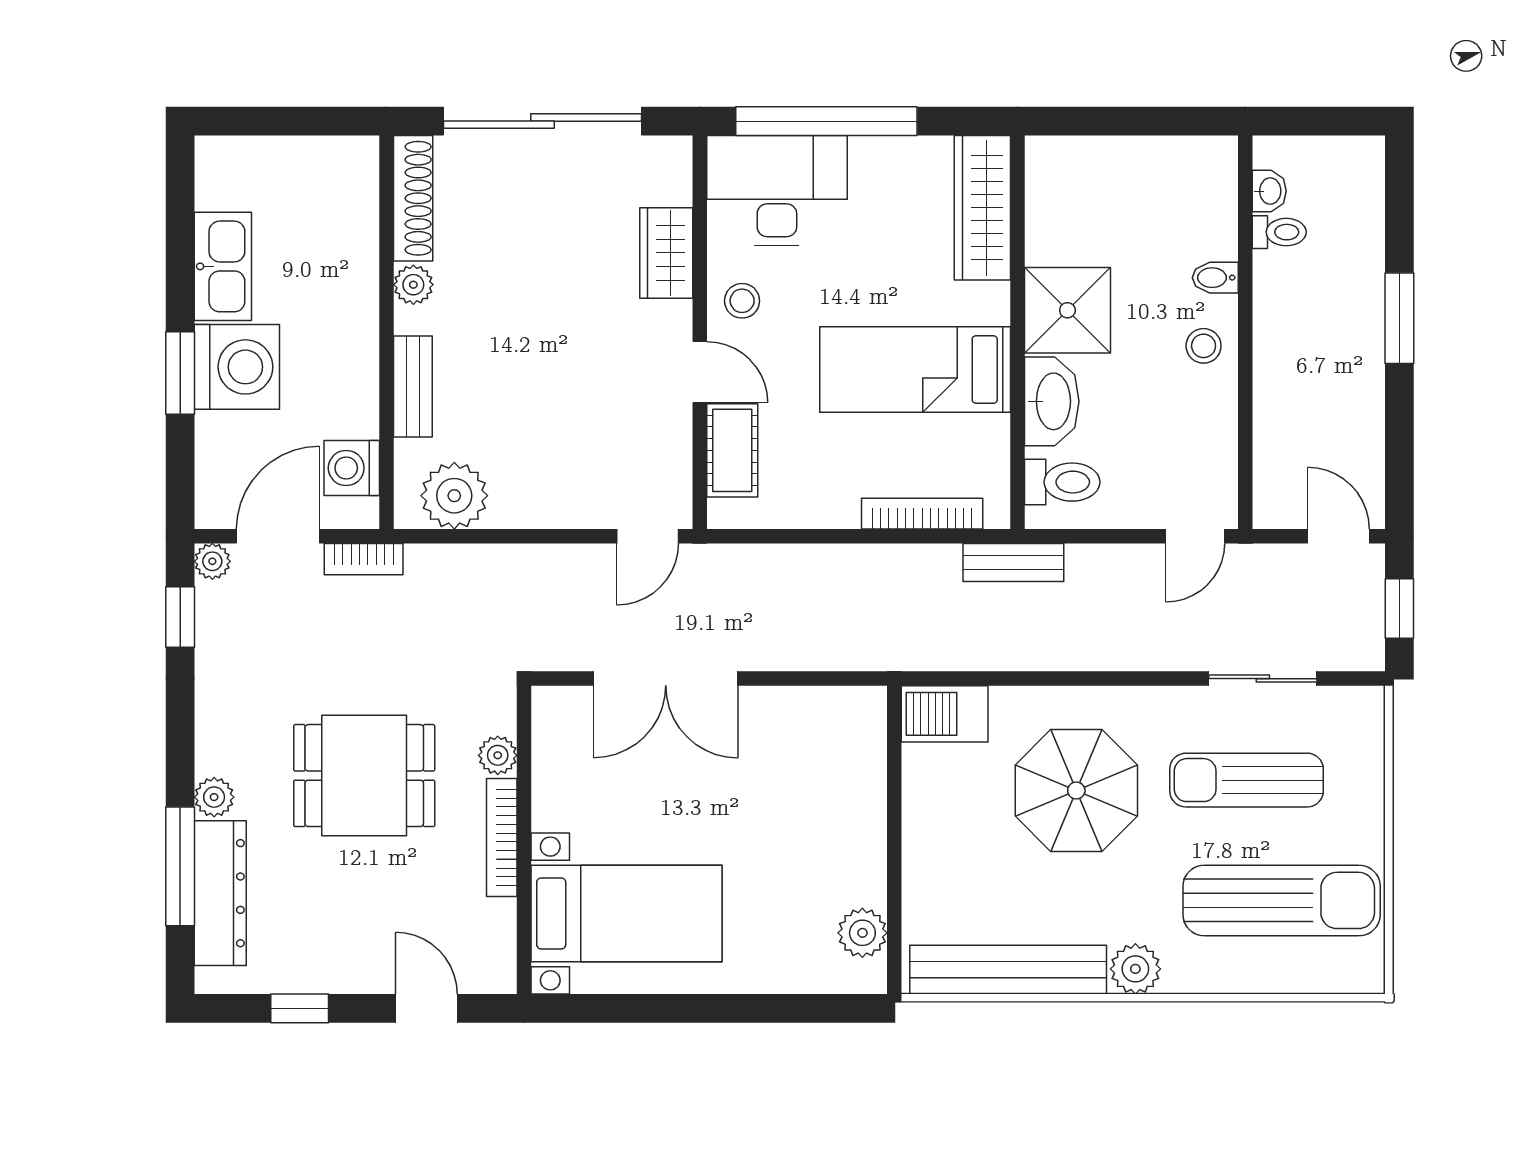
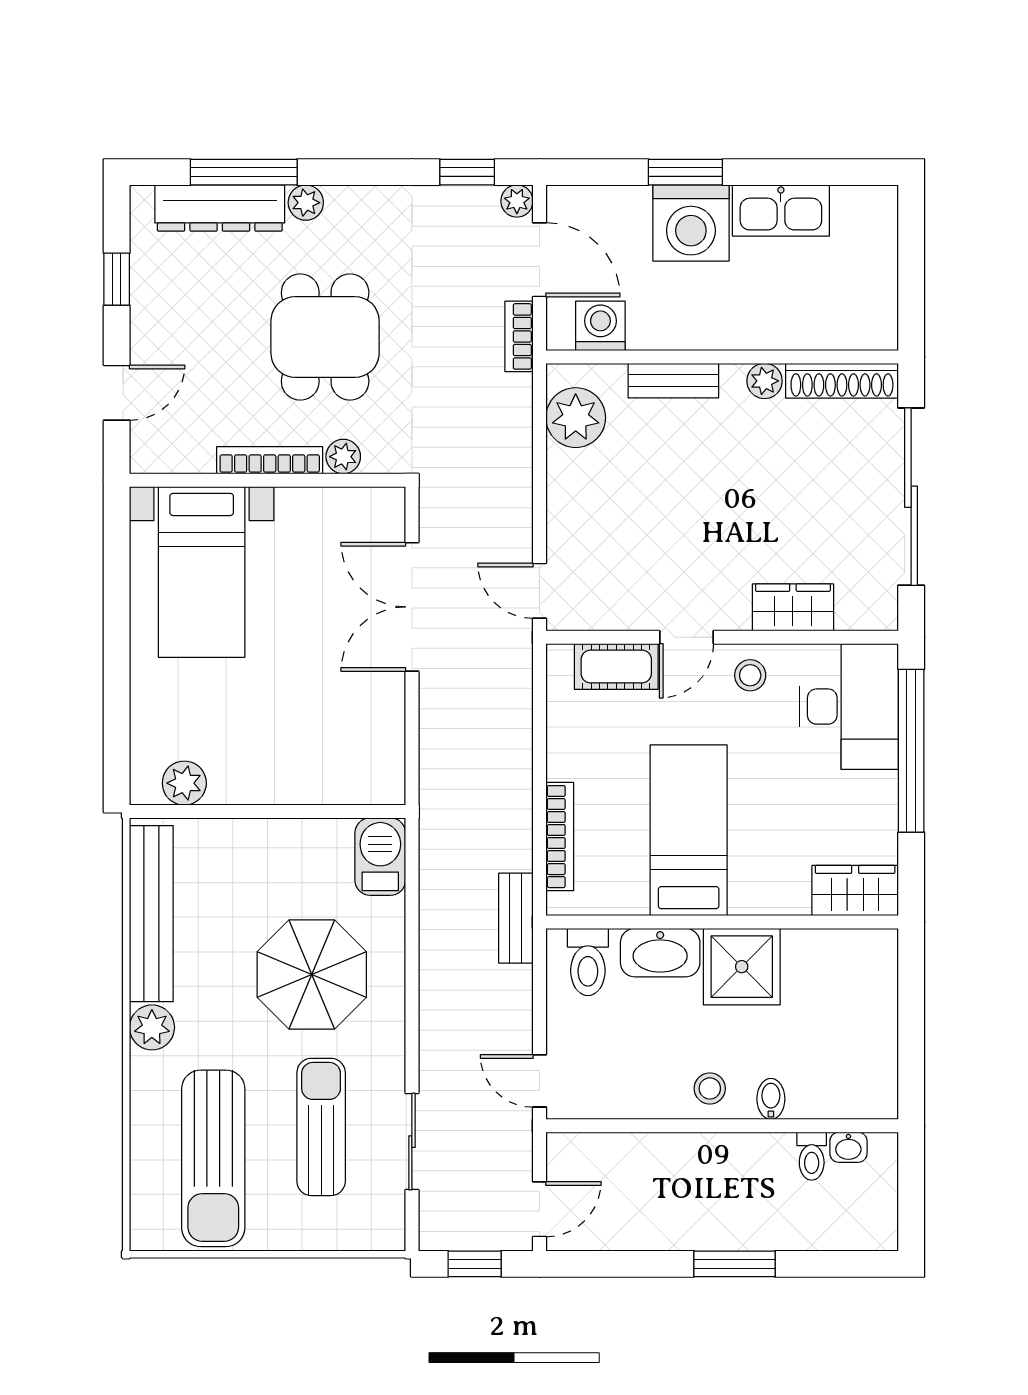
wardrobe: (982, 208) -> (855, 890), width x0.67

